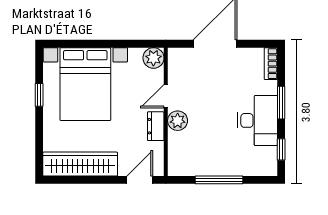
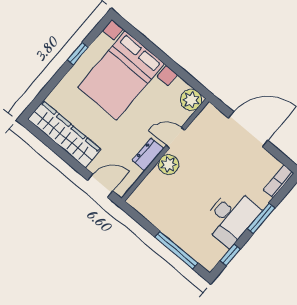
window: (219, 180) -> (176, 250), moved

